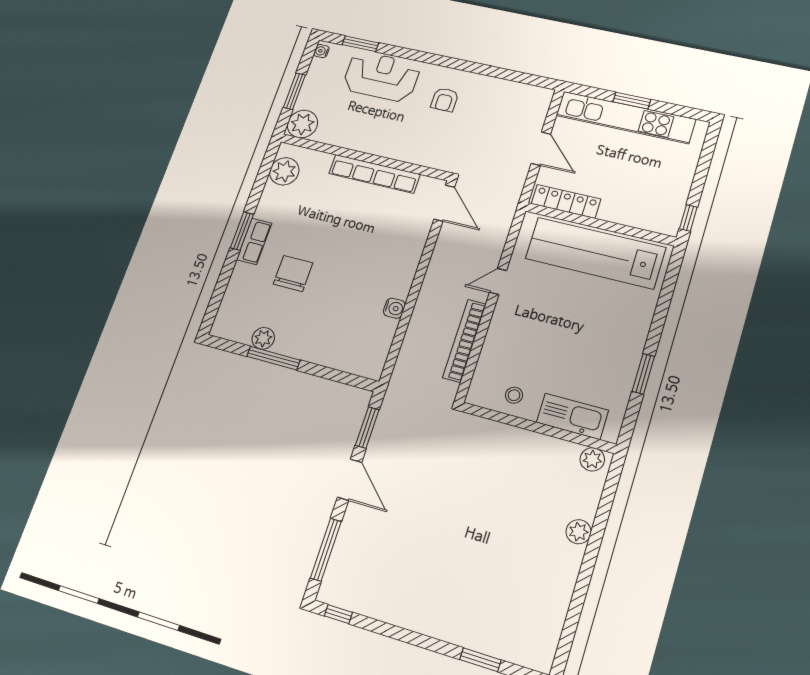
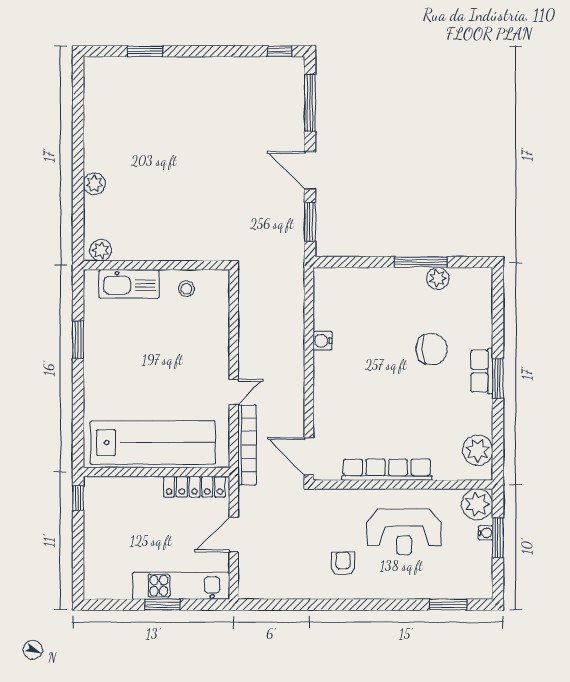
water cooler: (321, 51) -> (486, 533), moved
reception desk: (381, 76) -> (404, 532), moved
kitchen unit: (625, 117) -> (181, 586), width x0.73
door: (541, 149) -> (234, 534), hinge flipped
chair: (293, 273) -> (432, 349), turned -90
bookcase: (464, 341) -> (247, 445), moved

